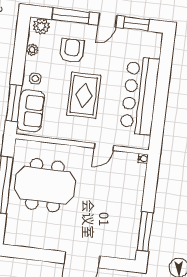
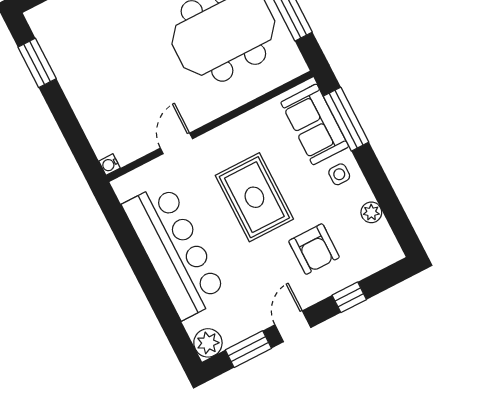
window: (71, 16) -> (349, 297), width x0.46
plant: (41, 26) -> (208, 343), moved
window: (145, 231) -> (37, 63), width x0.69

